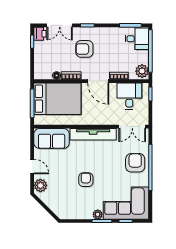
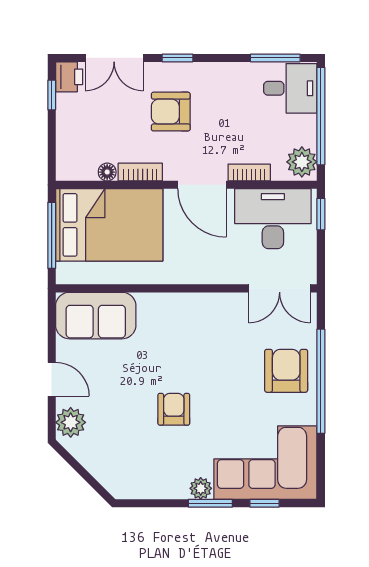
desk: (129, 96) -> (273, 219), width x1.37
tv unit: (93, 134) -> (191, 306), removed

